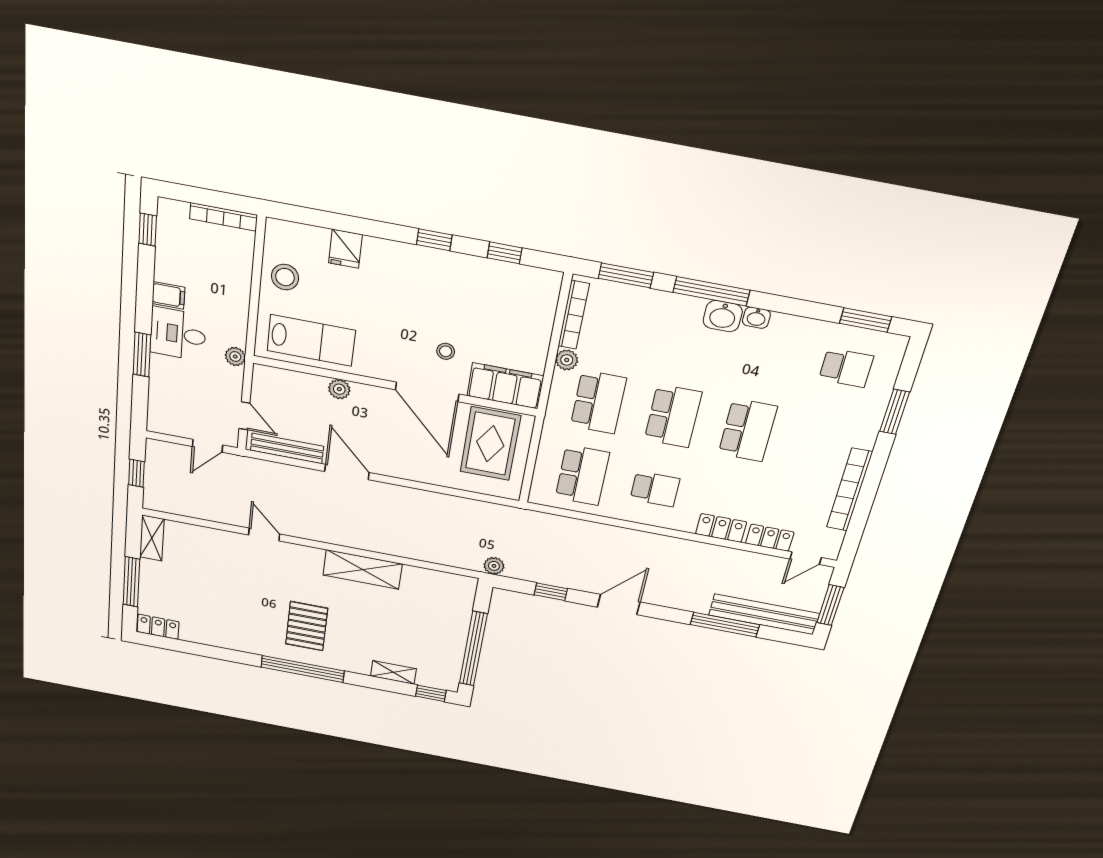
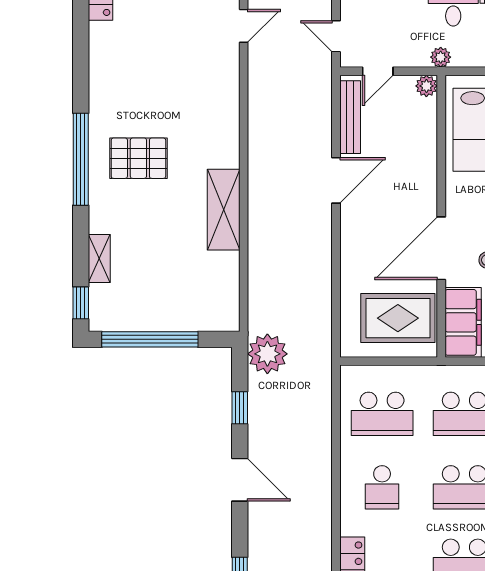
plant: (339, 389) -> (426, 86), moved
door: (264, 535) -> (244, 26), moved
plant: (494, 566) -> (267, 354), width x1.88, depth x1.88

